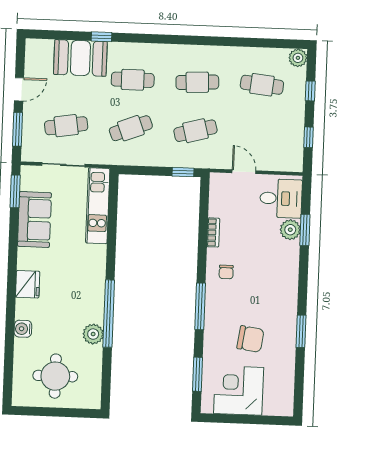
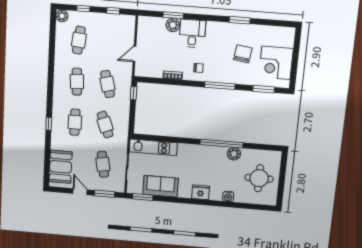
window: (101, 37) -> (49, 124), moved
booth: (80, 58) -> (61, 167), moved
desk: (281, 198) -> (192, 33), moved

